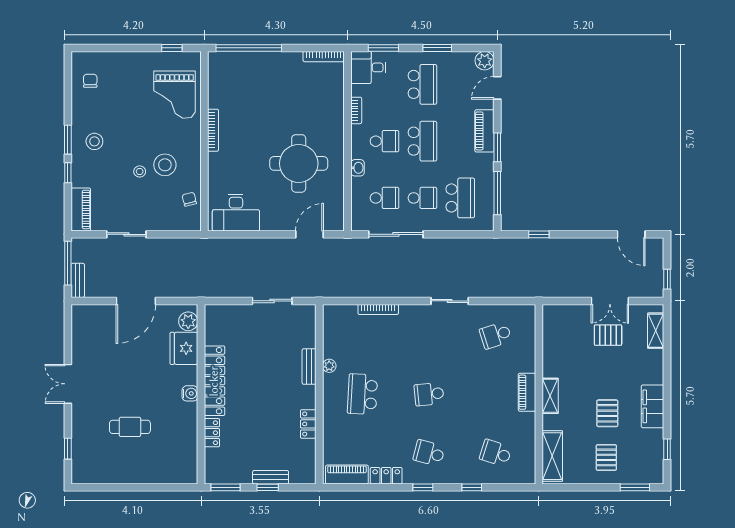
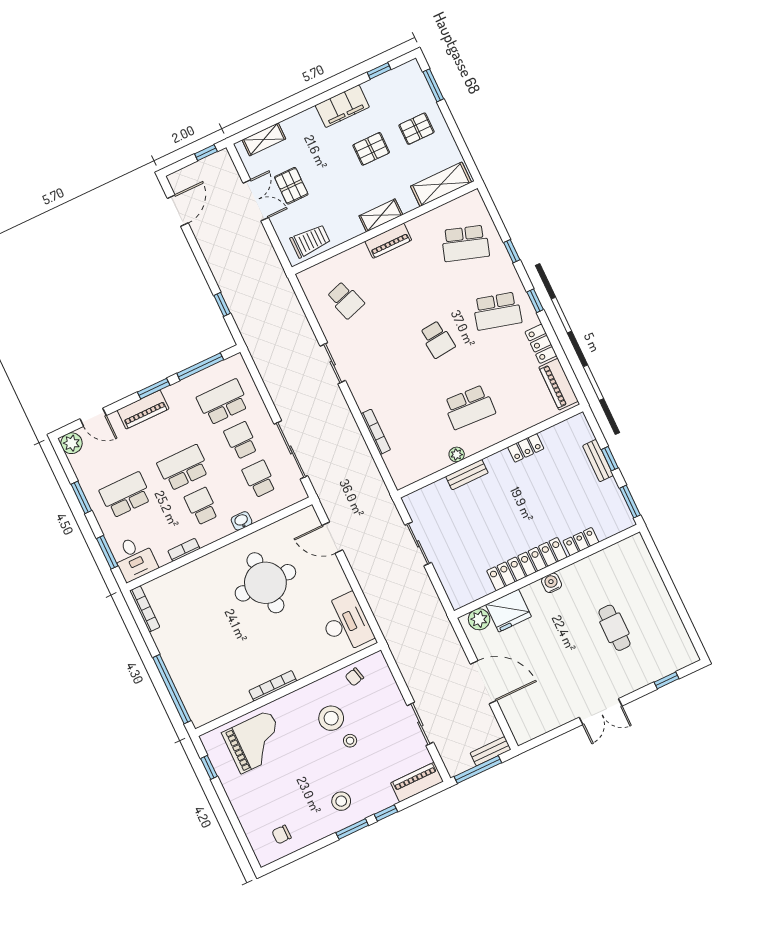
trolley: (557, 329) -> (310, 241), added
school desk: (429, 453) -> (497, 311), width x1.85
school desk: (496, 453) -> (465, 243), width x1.85

